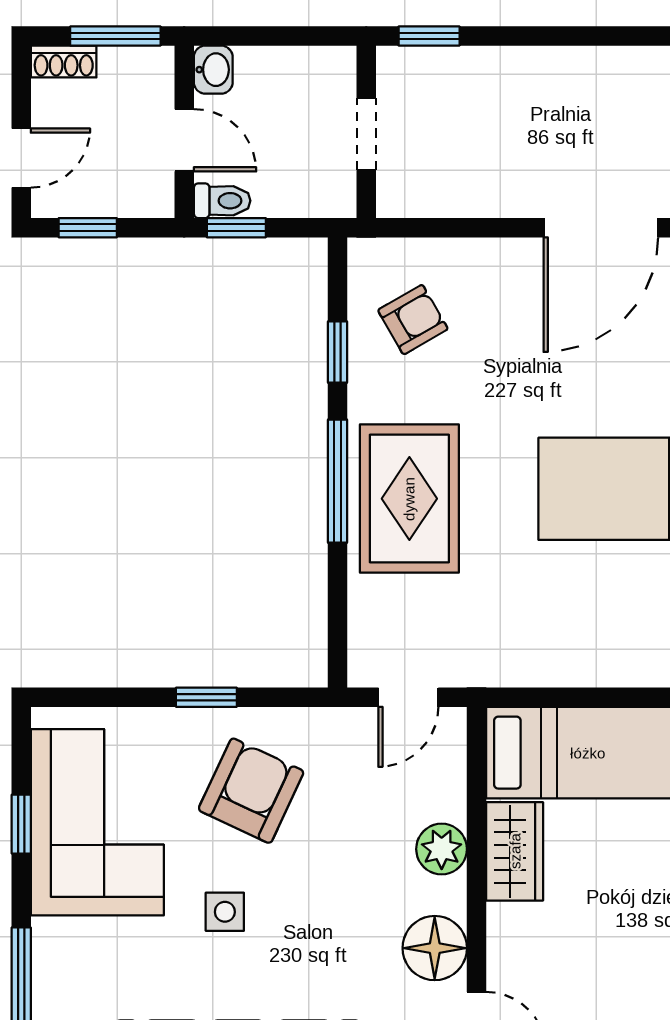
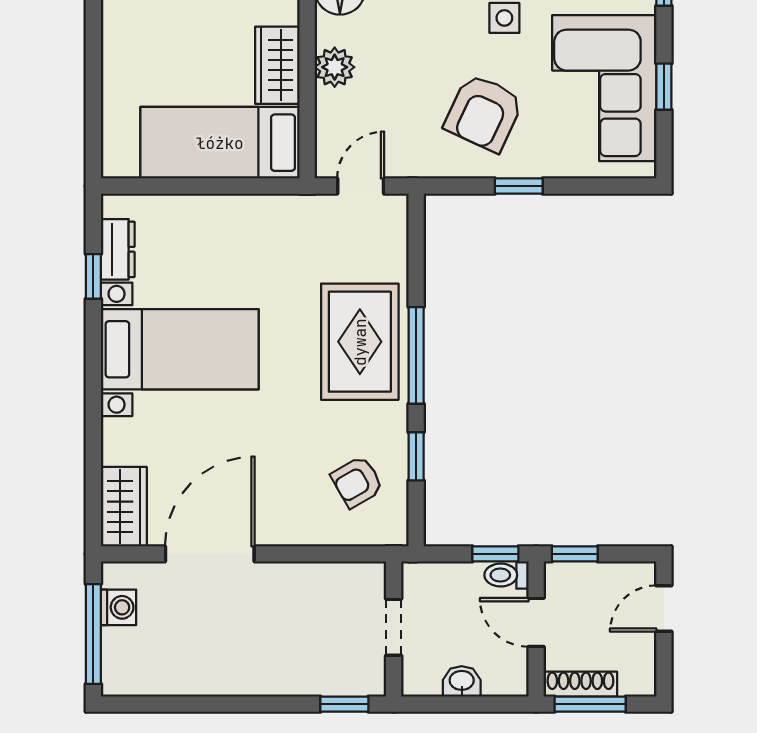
shoe rack: (64, 62) -> (580, 684), moved, width x1.43
washbasin: (213, 70) -> (462, 681), moved, turned 90
window: (88, 228) -> (575, 554), moved

